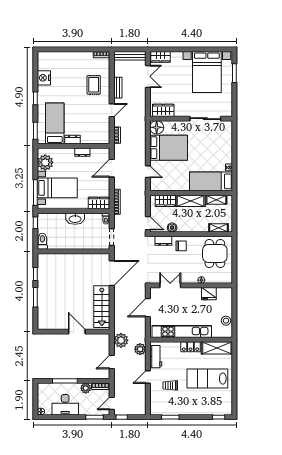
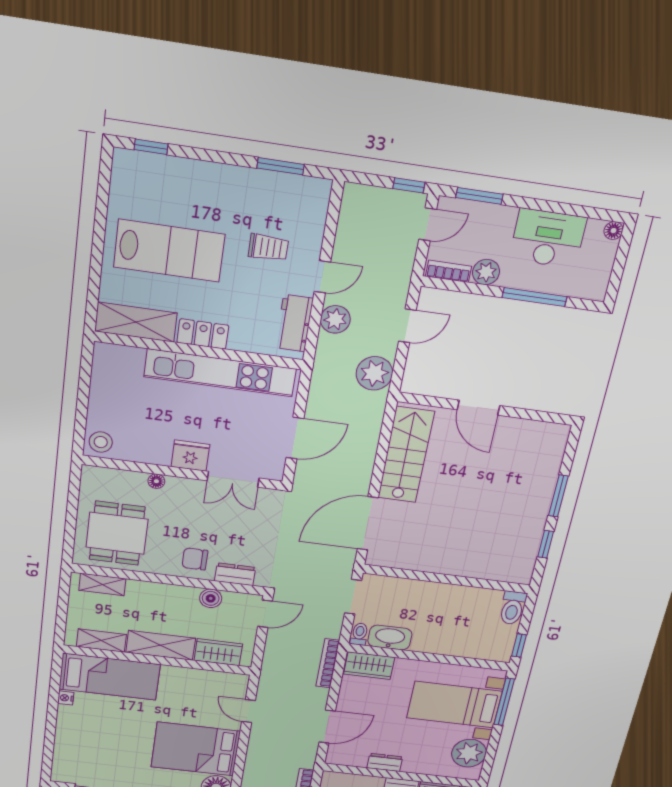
washbasin: (75, 219) -> (390, 638), moved
door: (148, 223) -> (265, 614), swing flipped
fridge: (209, 294) -> (190, 456), moved
stool: (226, 321) -> (101, 442), moved
plant: (140, 349) -> (335, 319), moved

